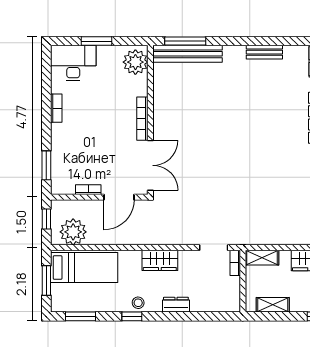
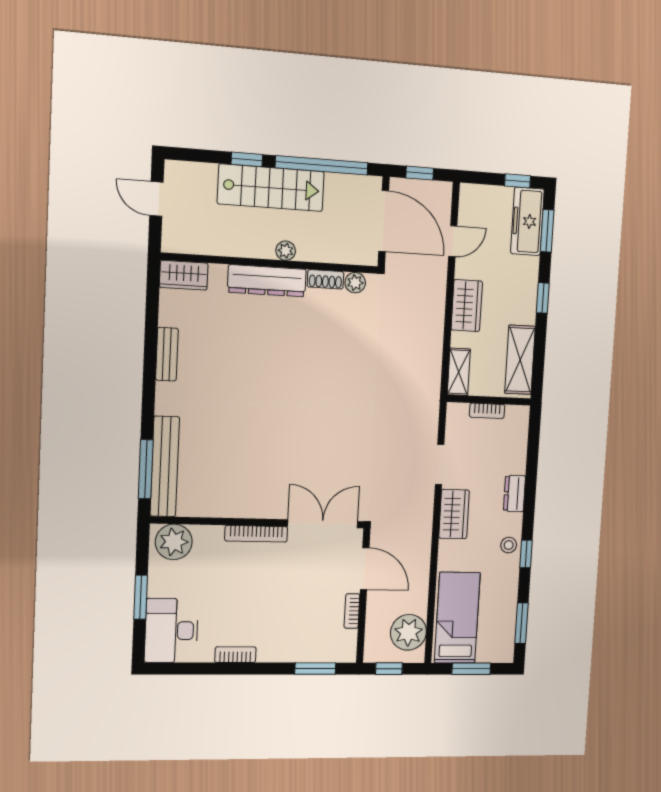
doorway: (214, 248) -> (440, 464), moved
bookcase: (235, 263) -> (487, 411), moved
shelving: (273, 305) -> (520, 360), width x1.50, depth x1.33

